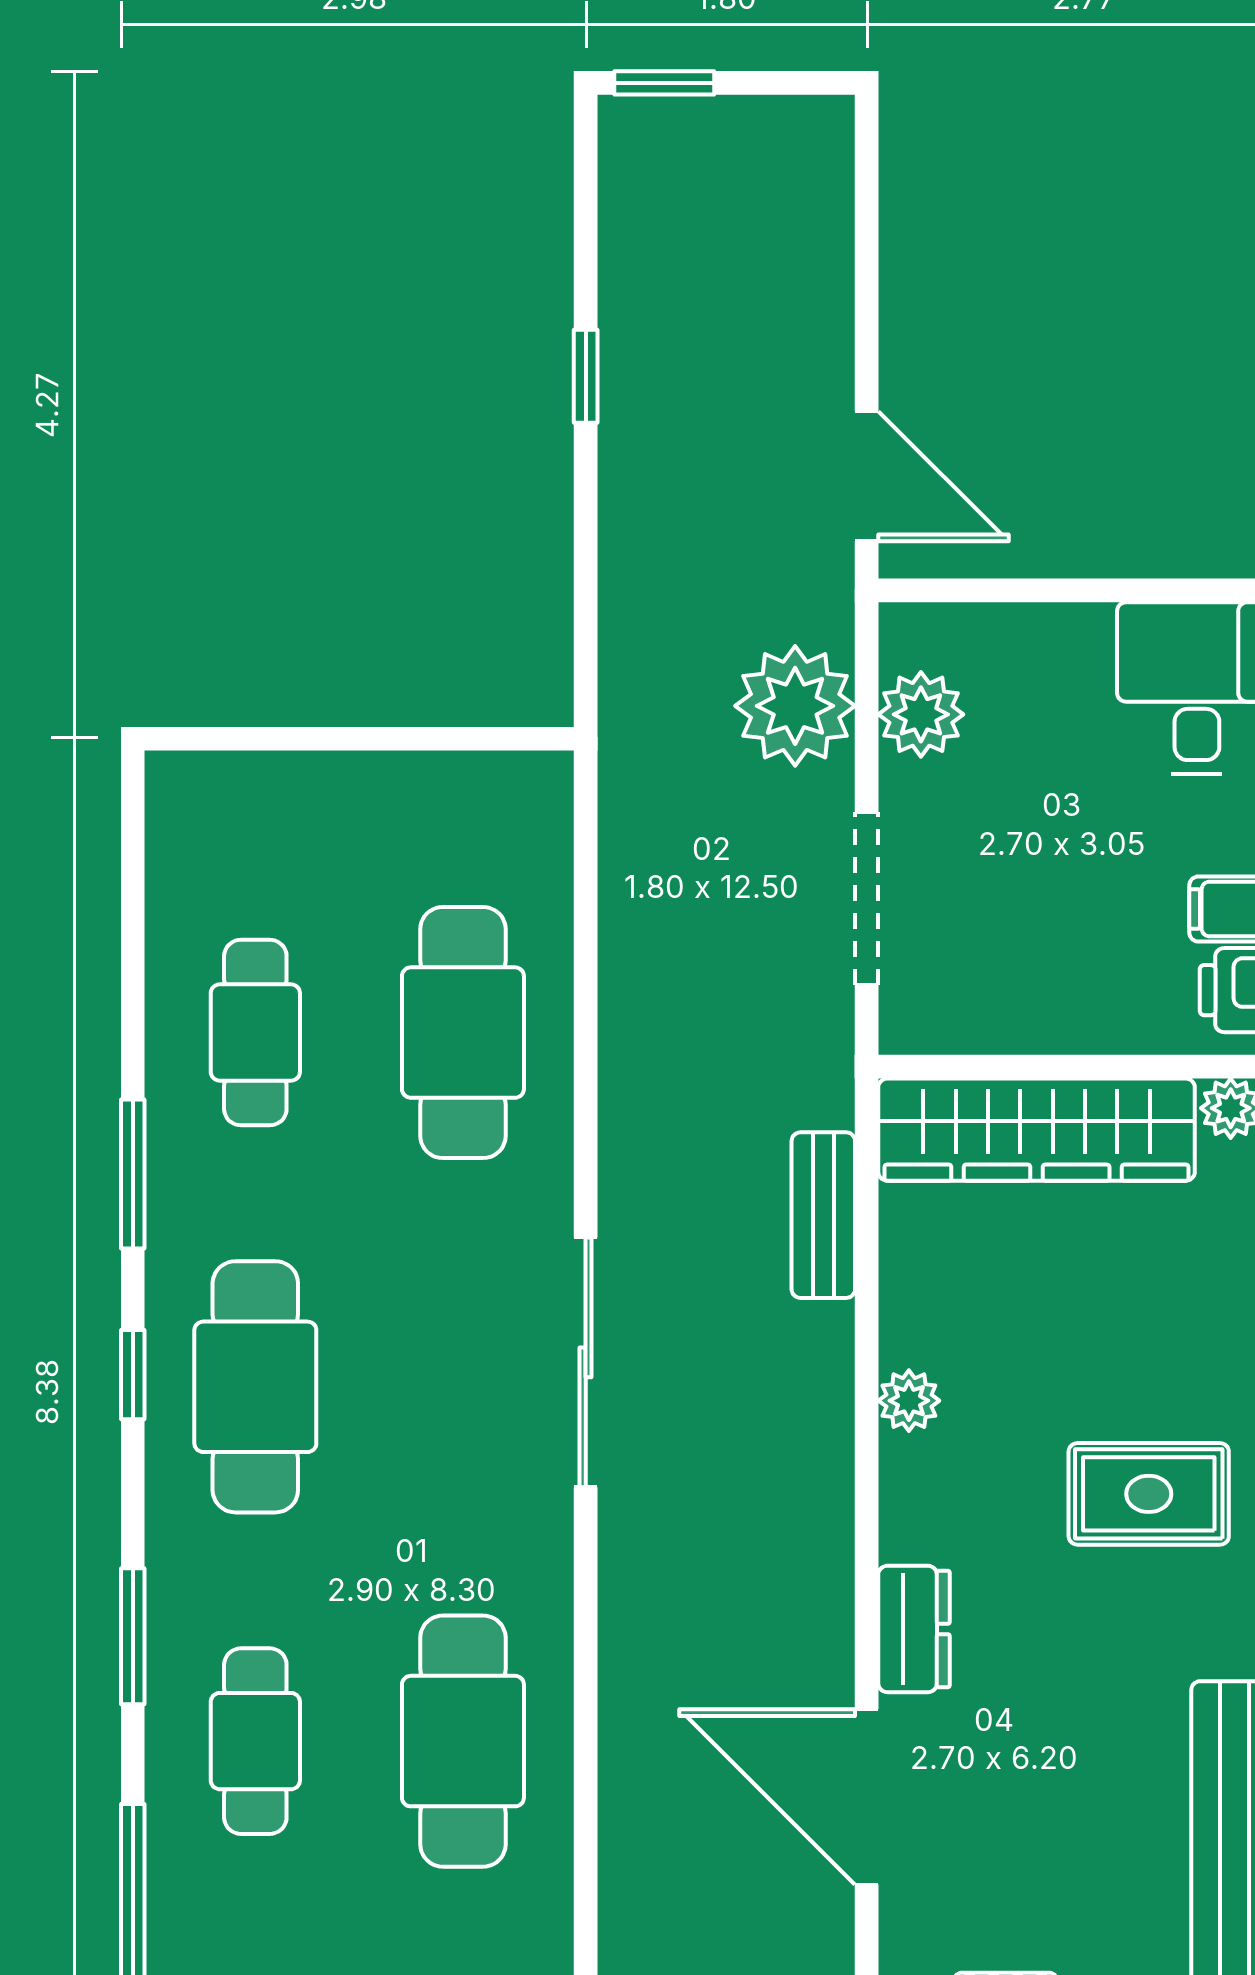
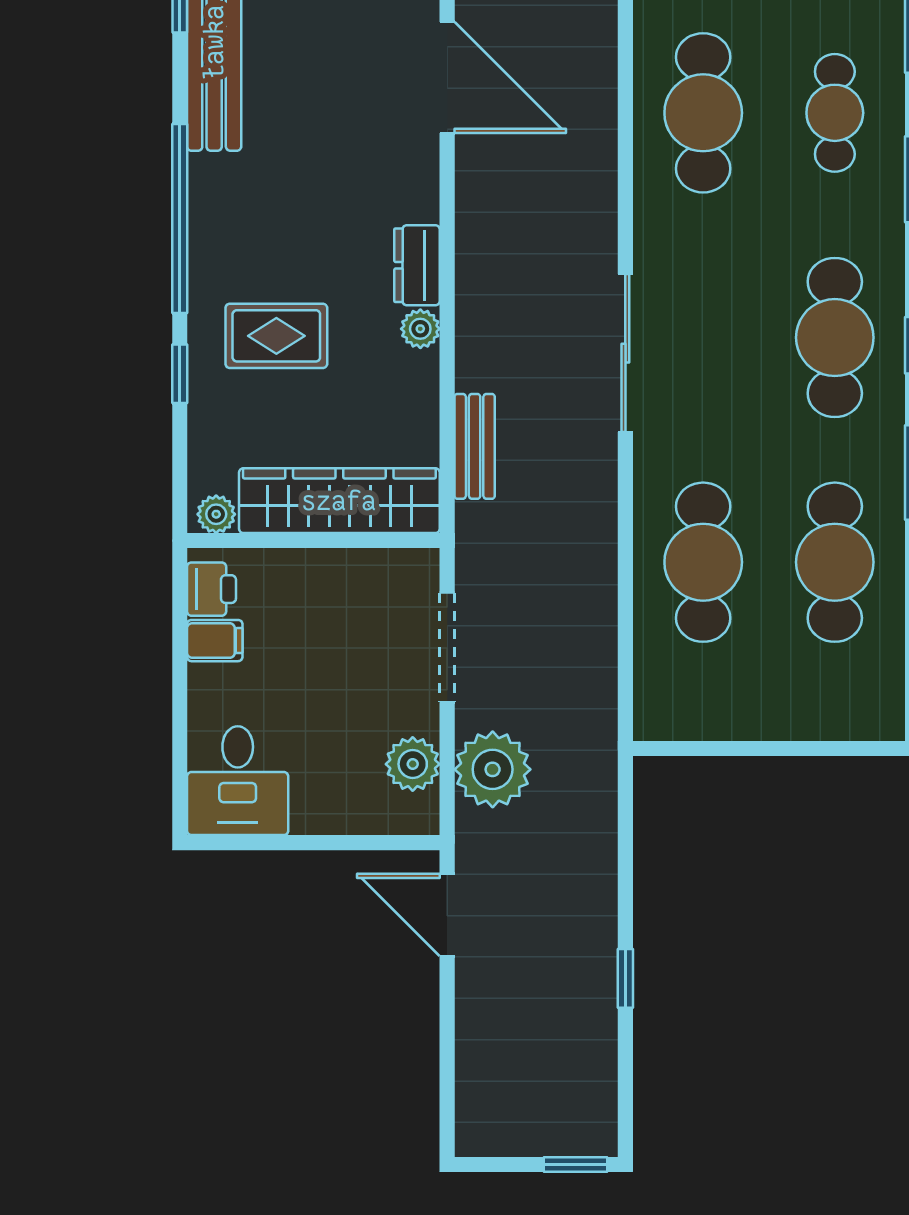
cafe table: (255, 1033) -> (835, 562), width x1.37, depth x1.35
rug: (1149, 1494) -> (276, 336), moved
dresser: (914, 1629) -> (417, 265), moved

